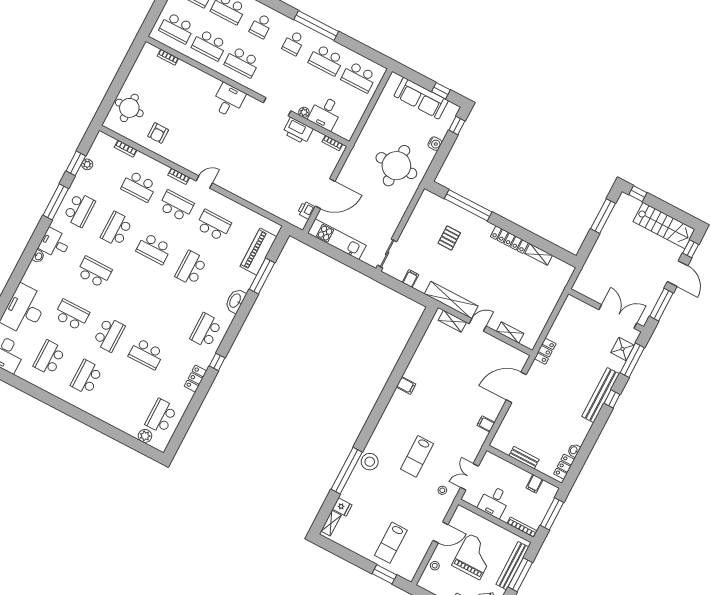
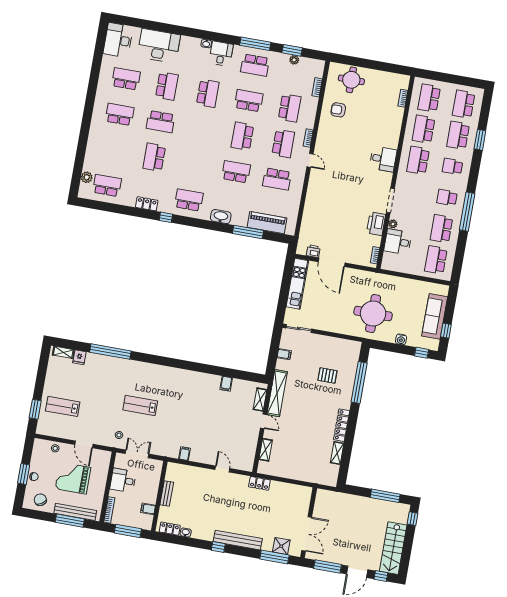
school desk: (139, 186) -> (290, 108), turned 180
school desk: (213, 225) -> (277, 179), turned 90
filing cabinet: (406, 385) -> (226, 384), moved
door: (516, 387) -> (222, 469), width x0.53
window: (612, 399) -> (218, 547), moved
stool: (370, 462) -> (124, 368), removed
grand piano: (474, 556) -> (73, 478), turned 180

